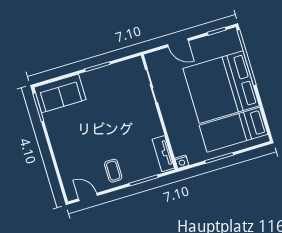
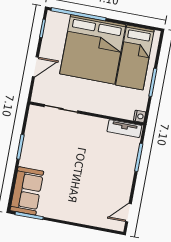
coffee table: (113, 171) -> (117, 179), removed

